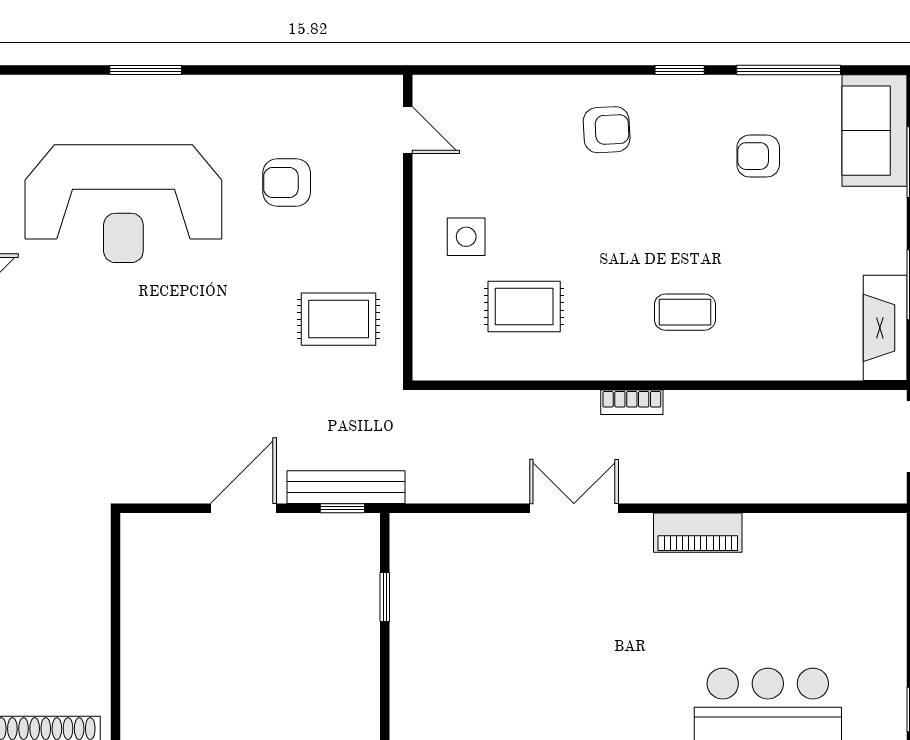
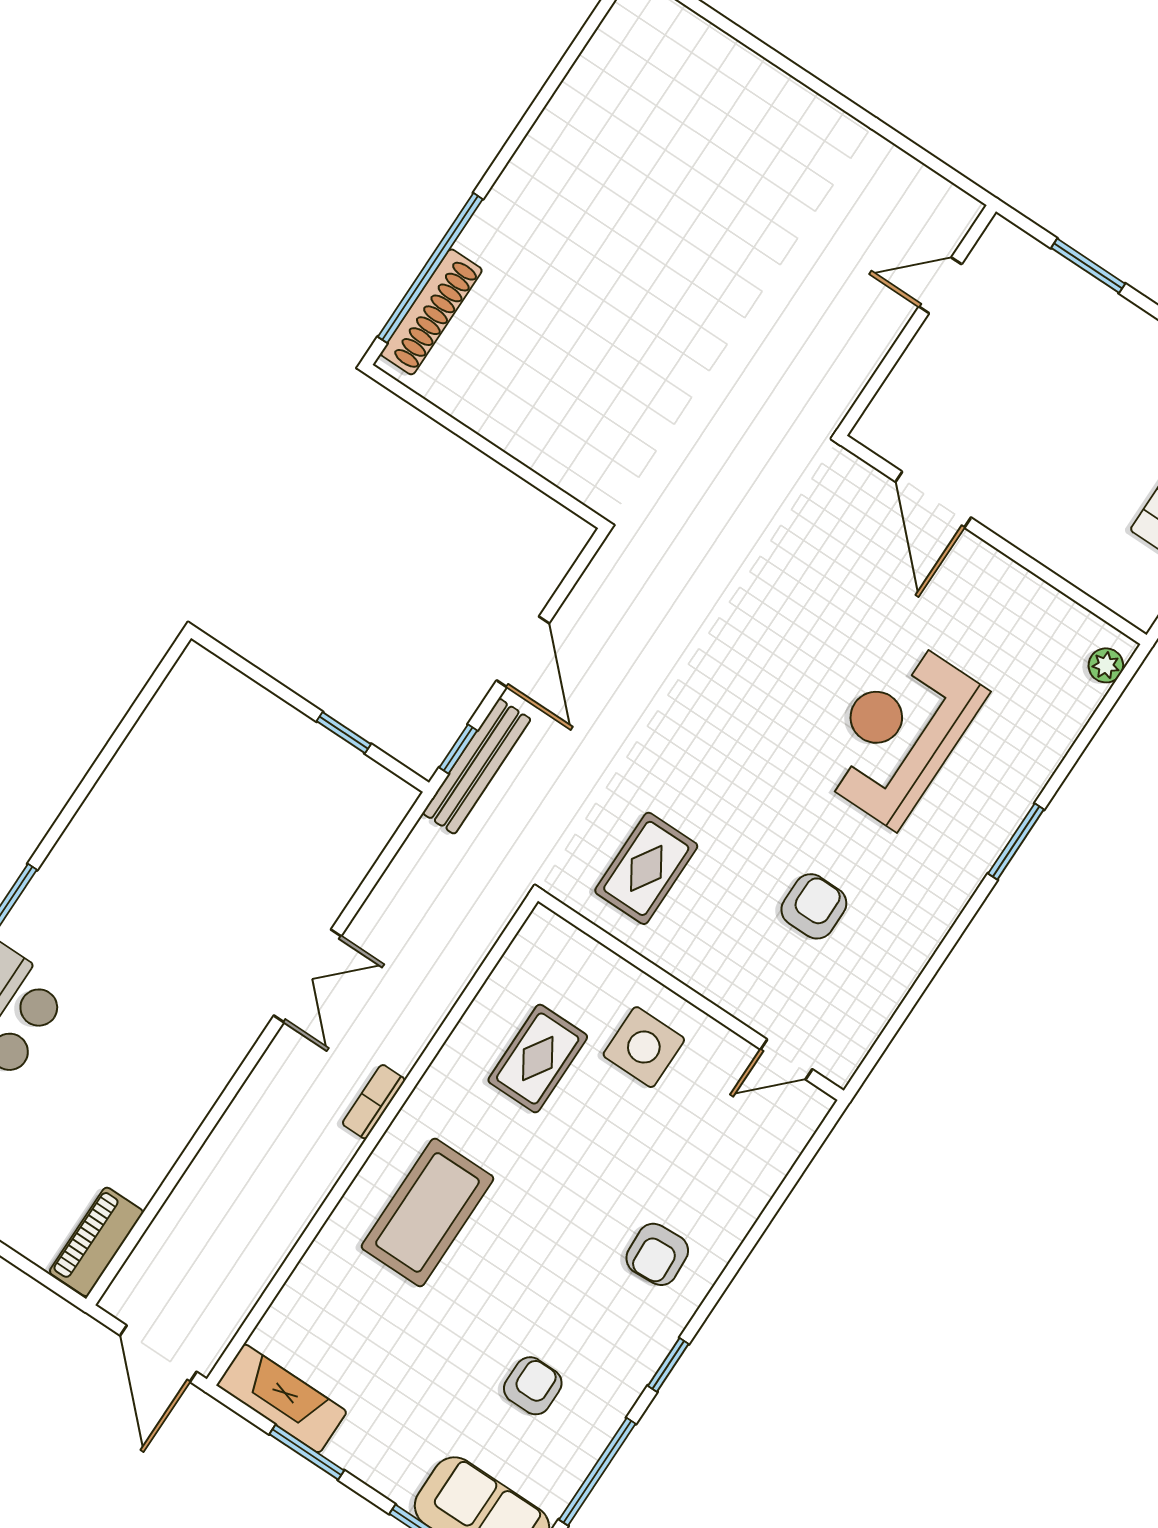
reception desk: (123, 204) -> (899, 733), width x0.74, depth x0.77
side table: (466, 237) -> (644, 1047), width x1.37, depth x1.37
coffee table: (685, 312) -> (427, 1212), width x1.86, depth x1.72
piano: (698, 533) -> (96, 1242), moved

